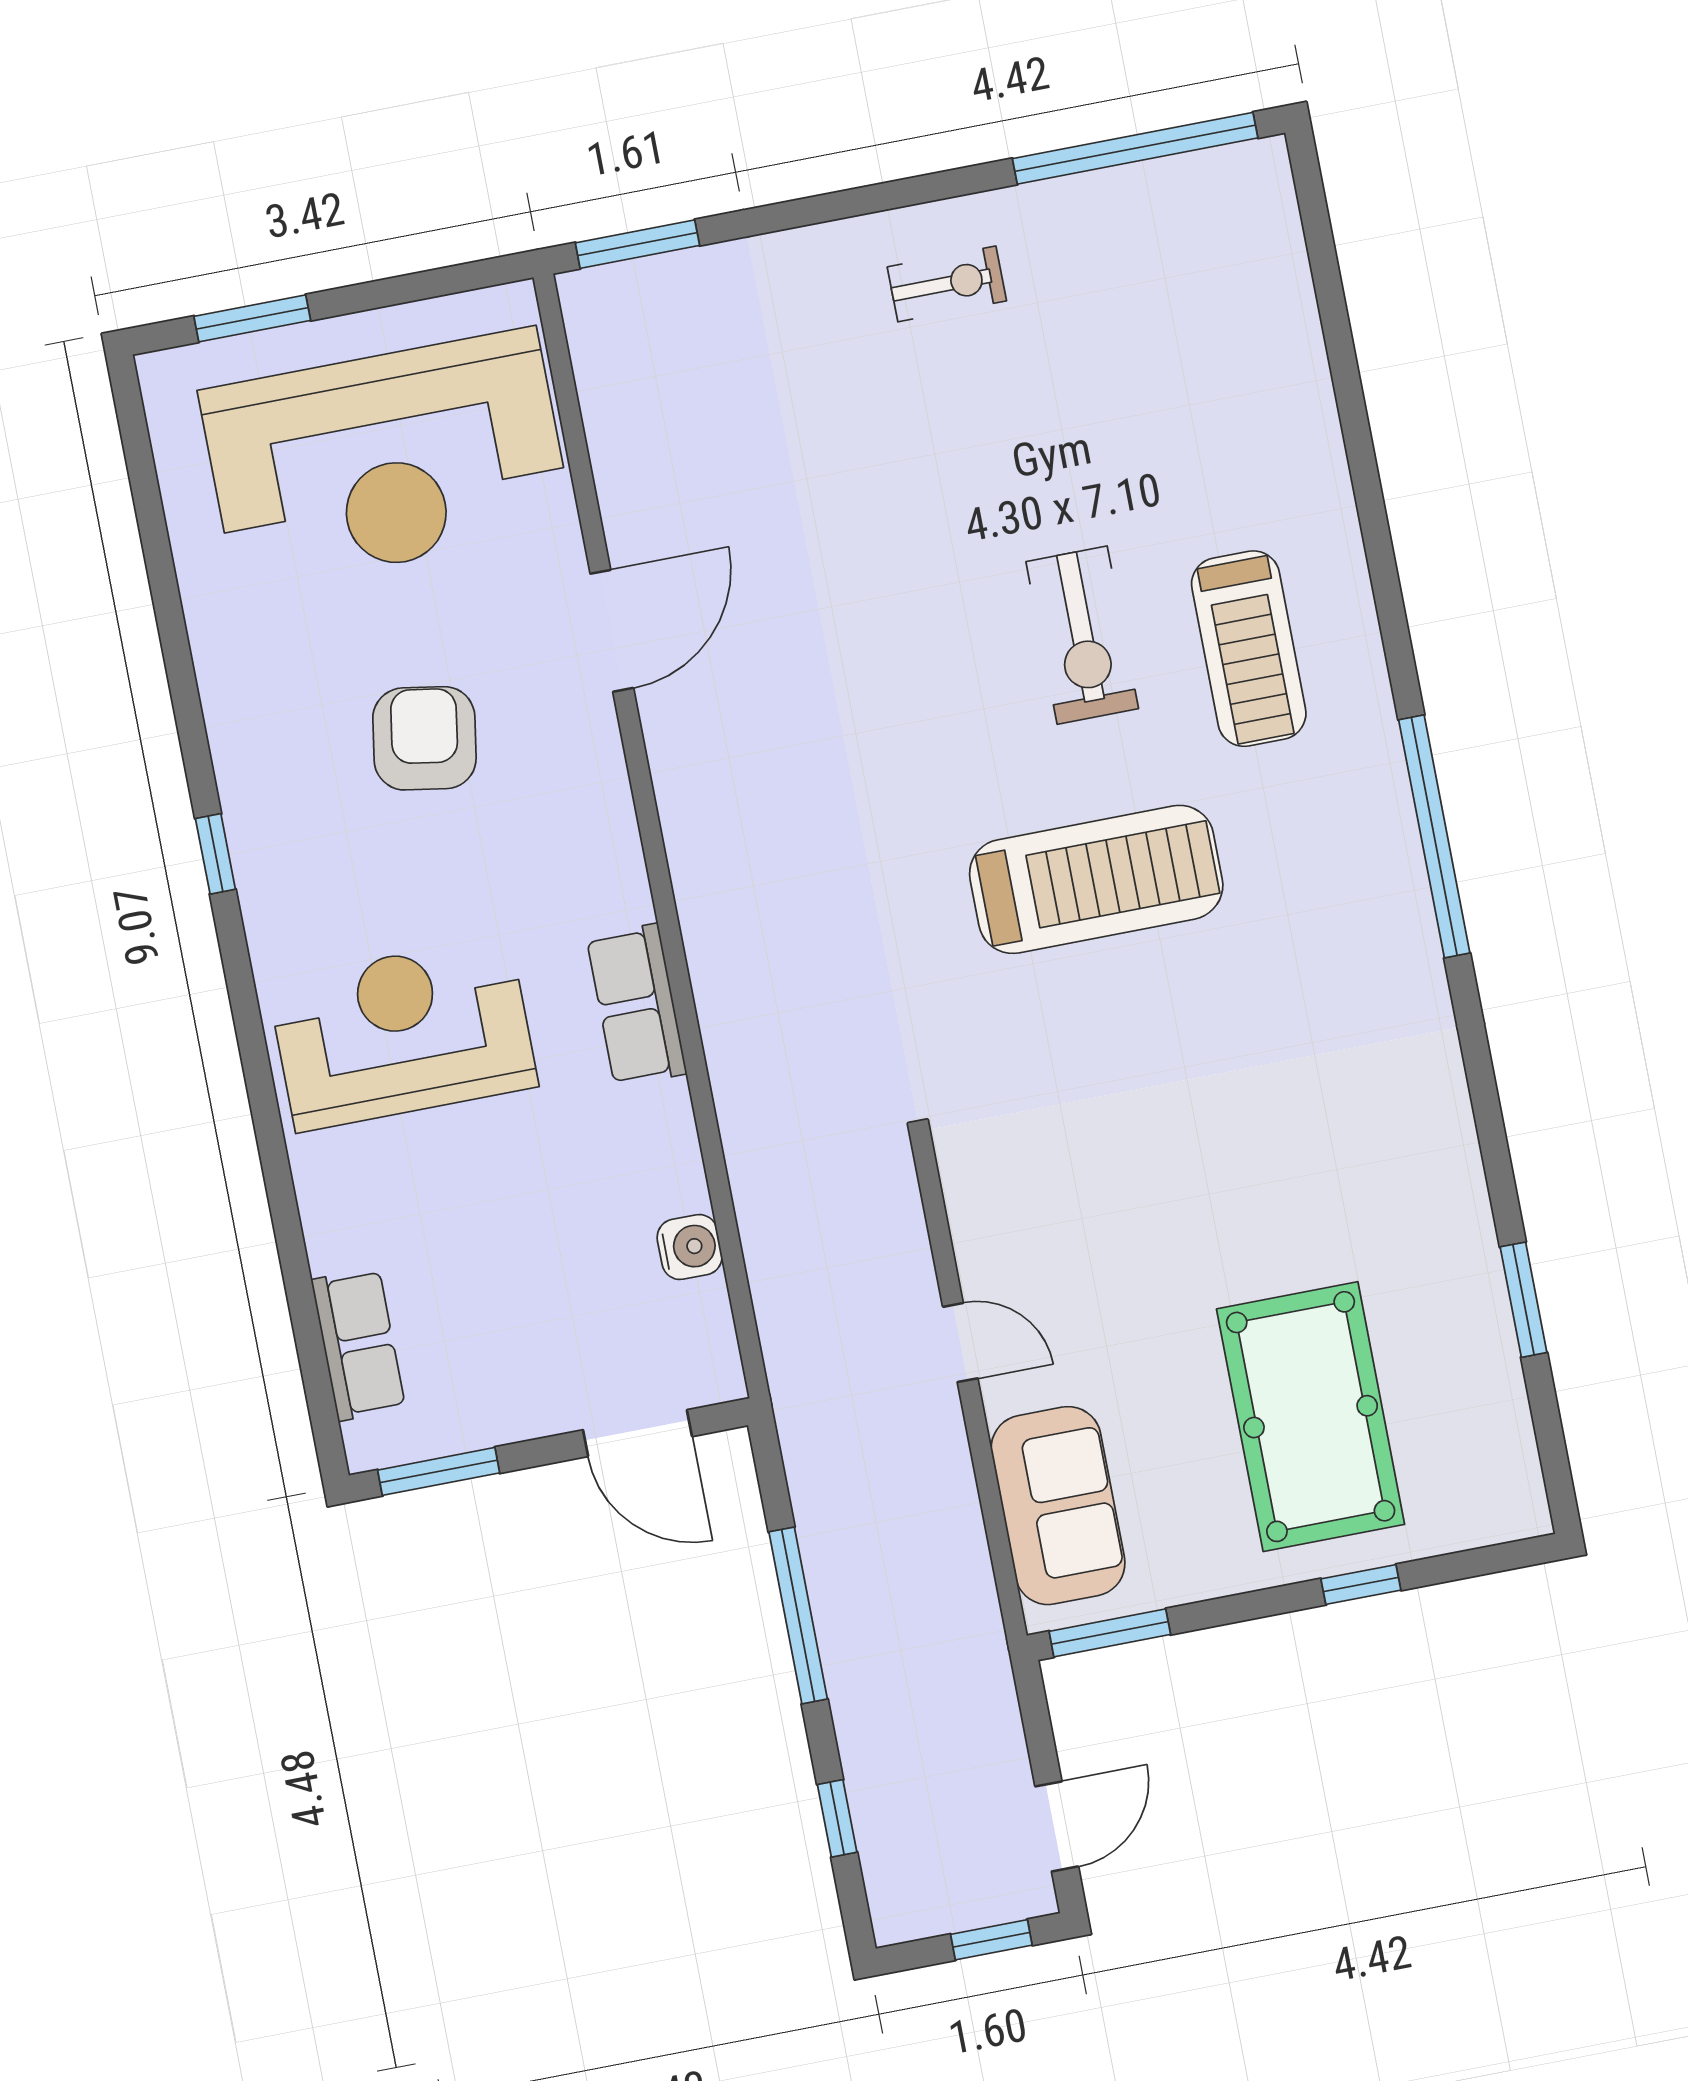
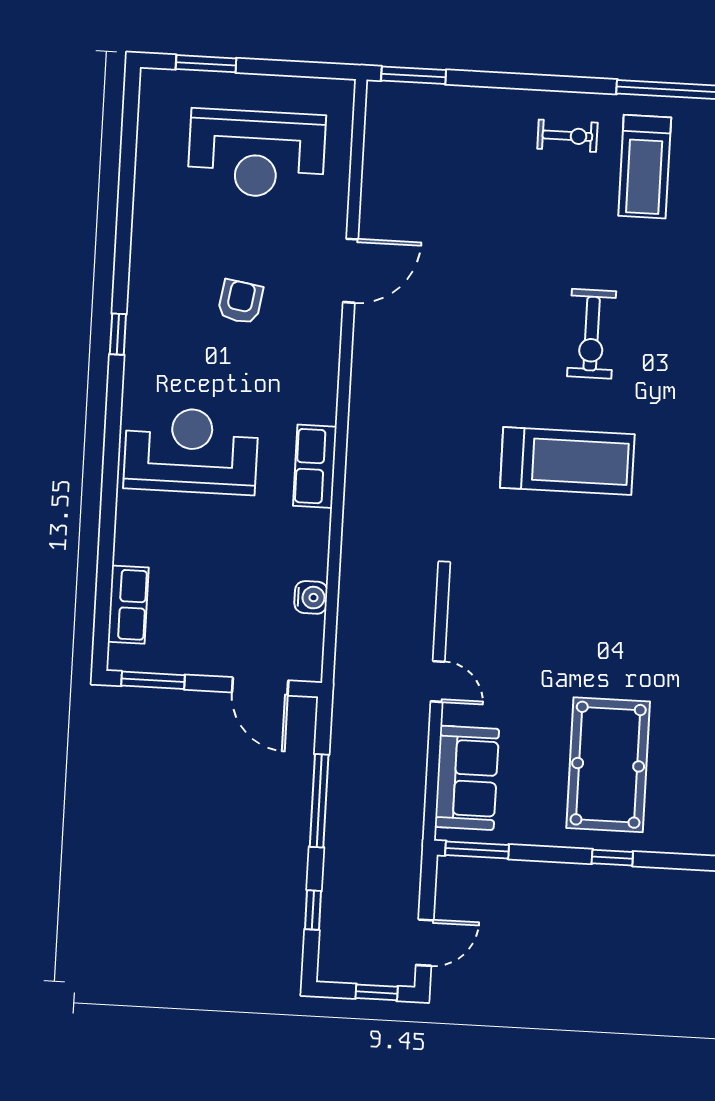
reception desk: (386, 460) -> (257, 154), width x0.74, depth x0.77
treadmill: (1249, 649) -> (645, 167), moved
armchair: (424, 738) -> (240, 302), width x0.72, depth x0.72

